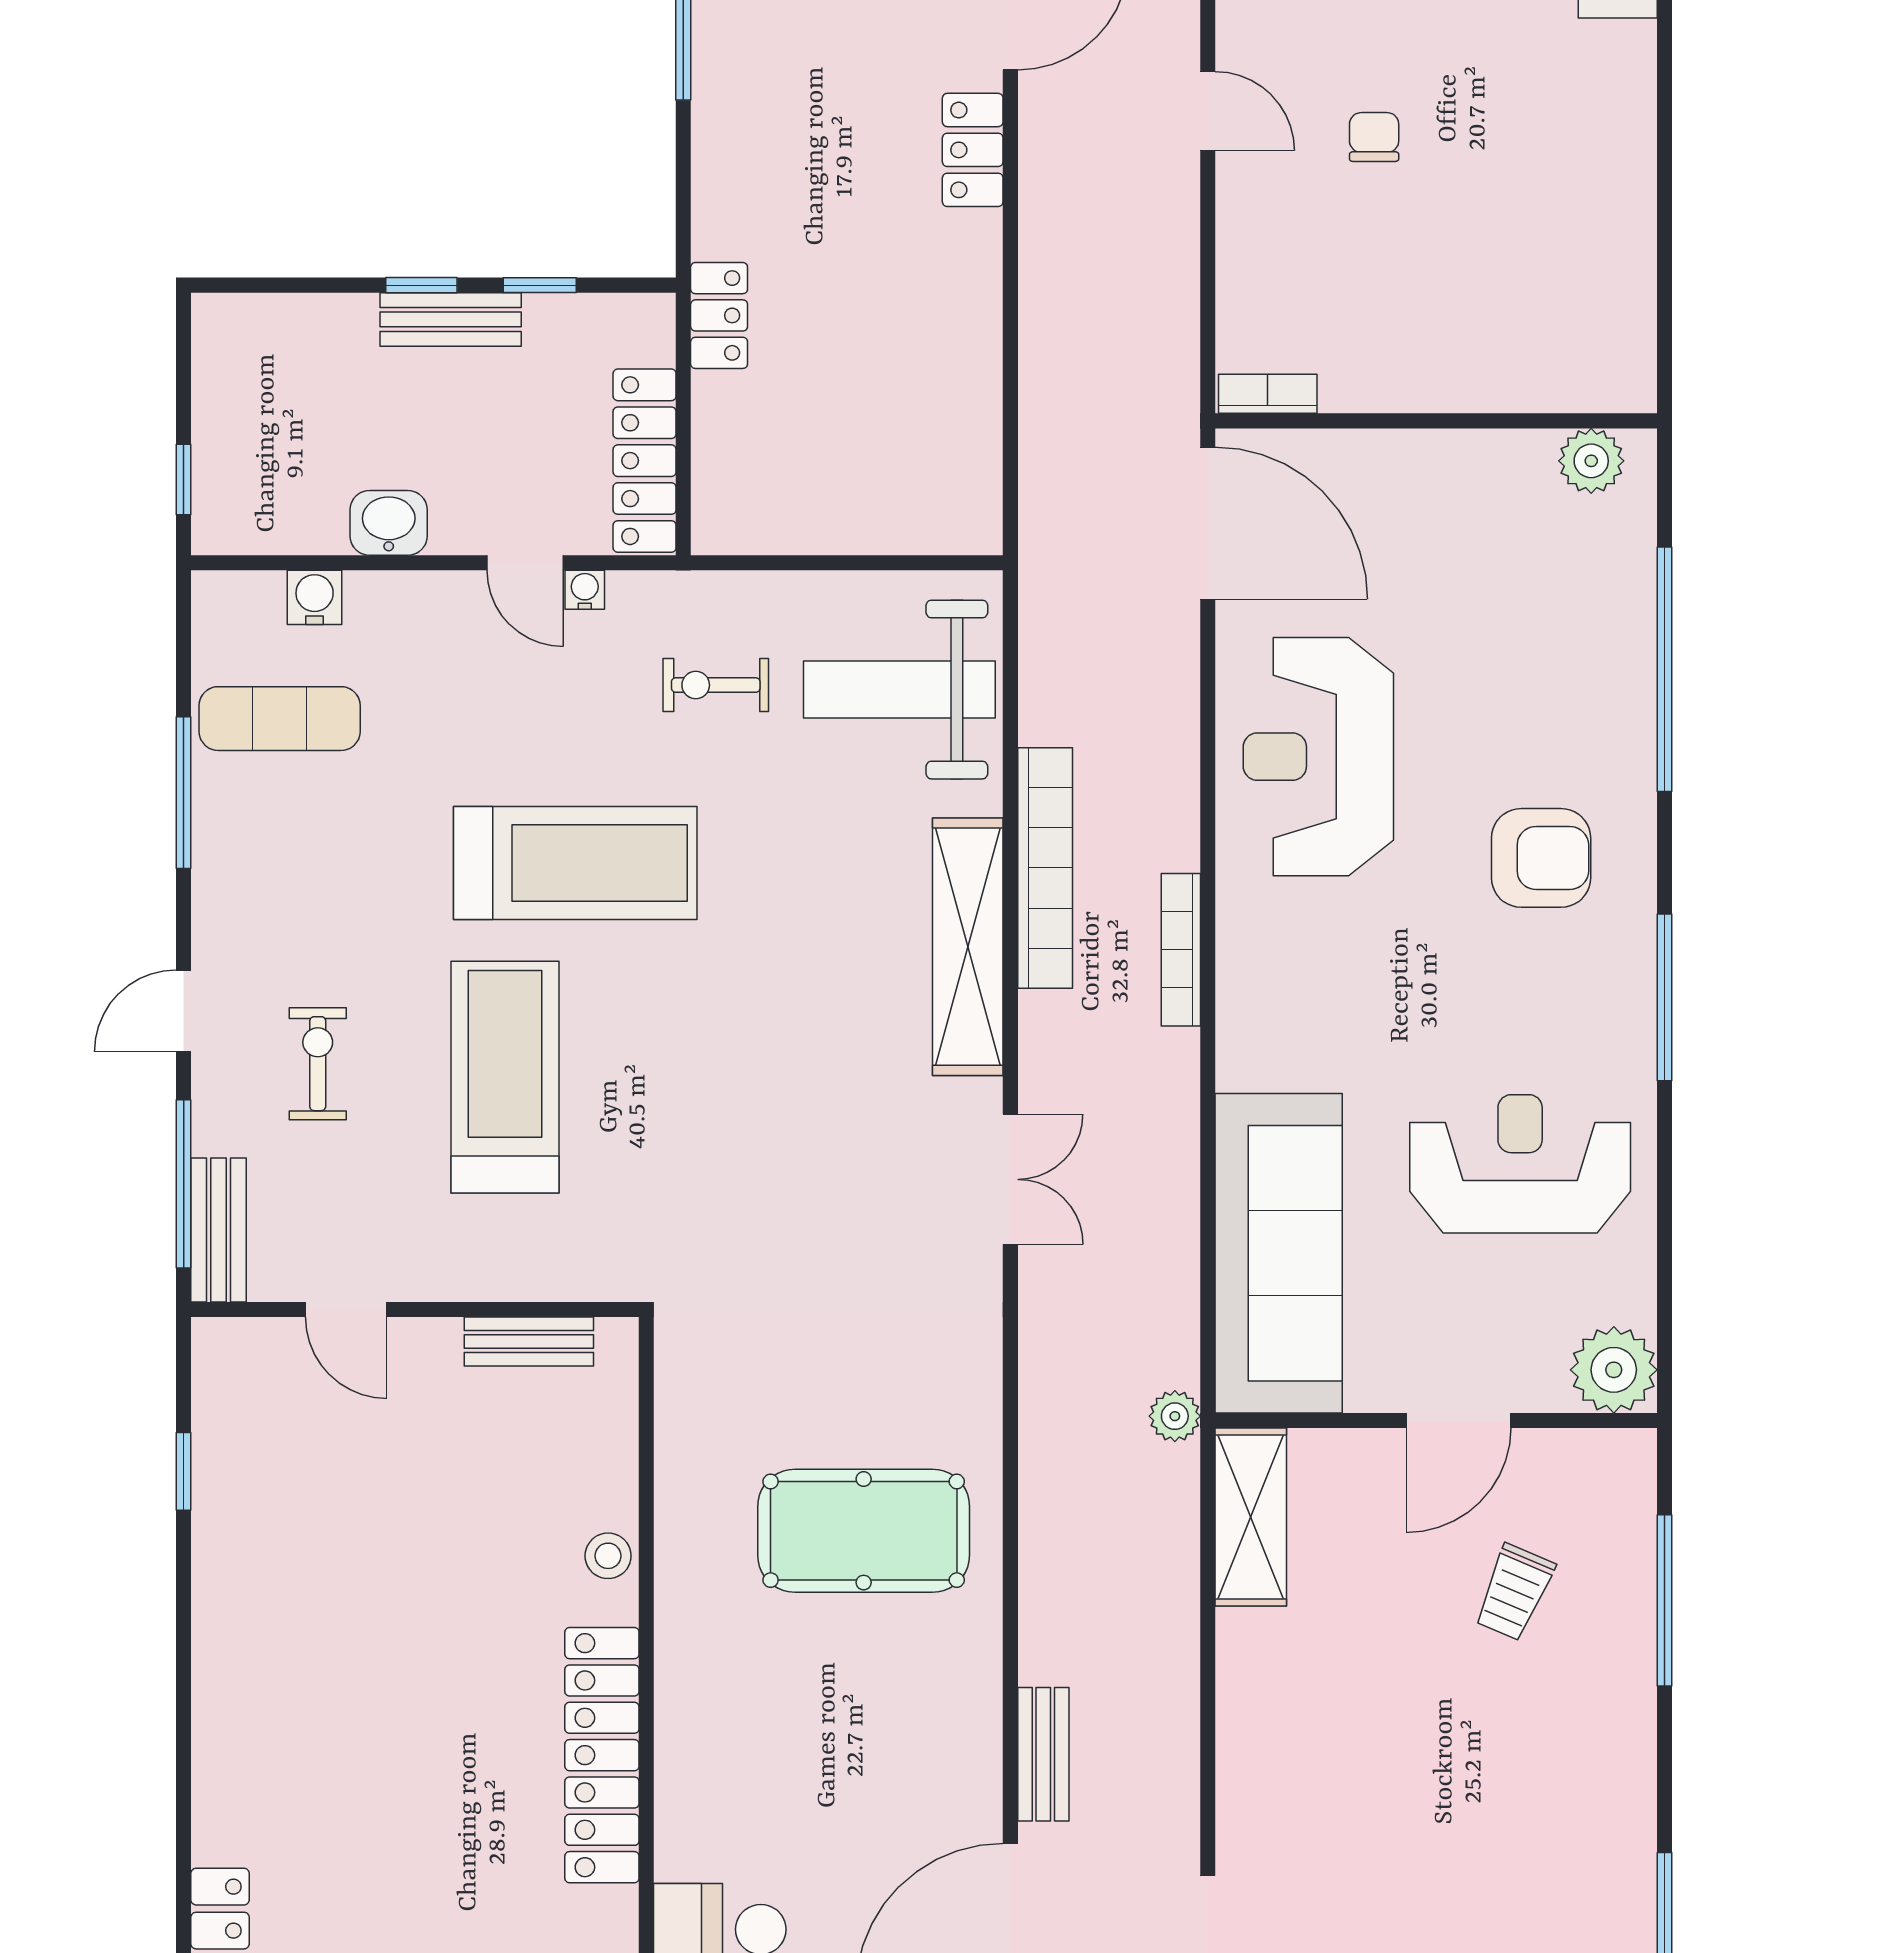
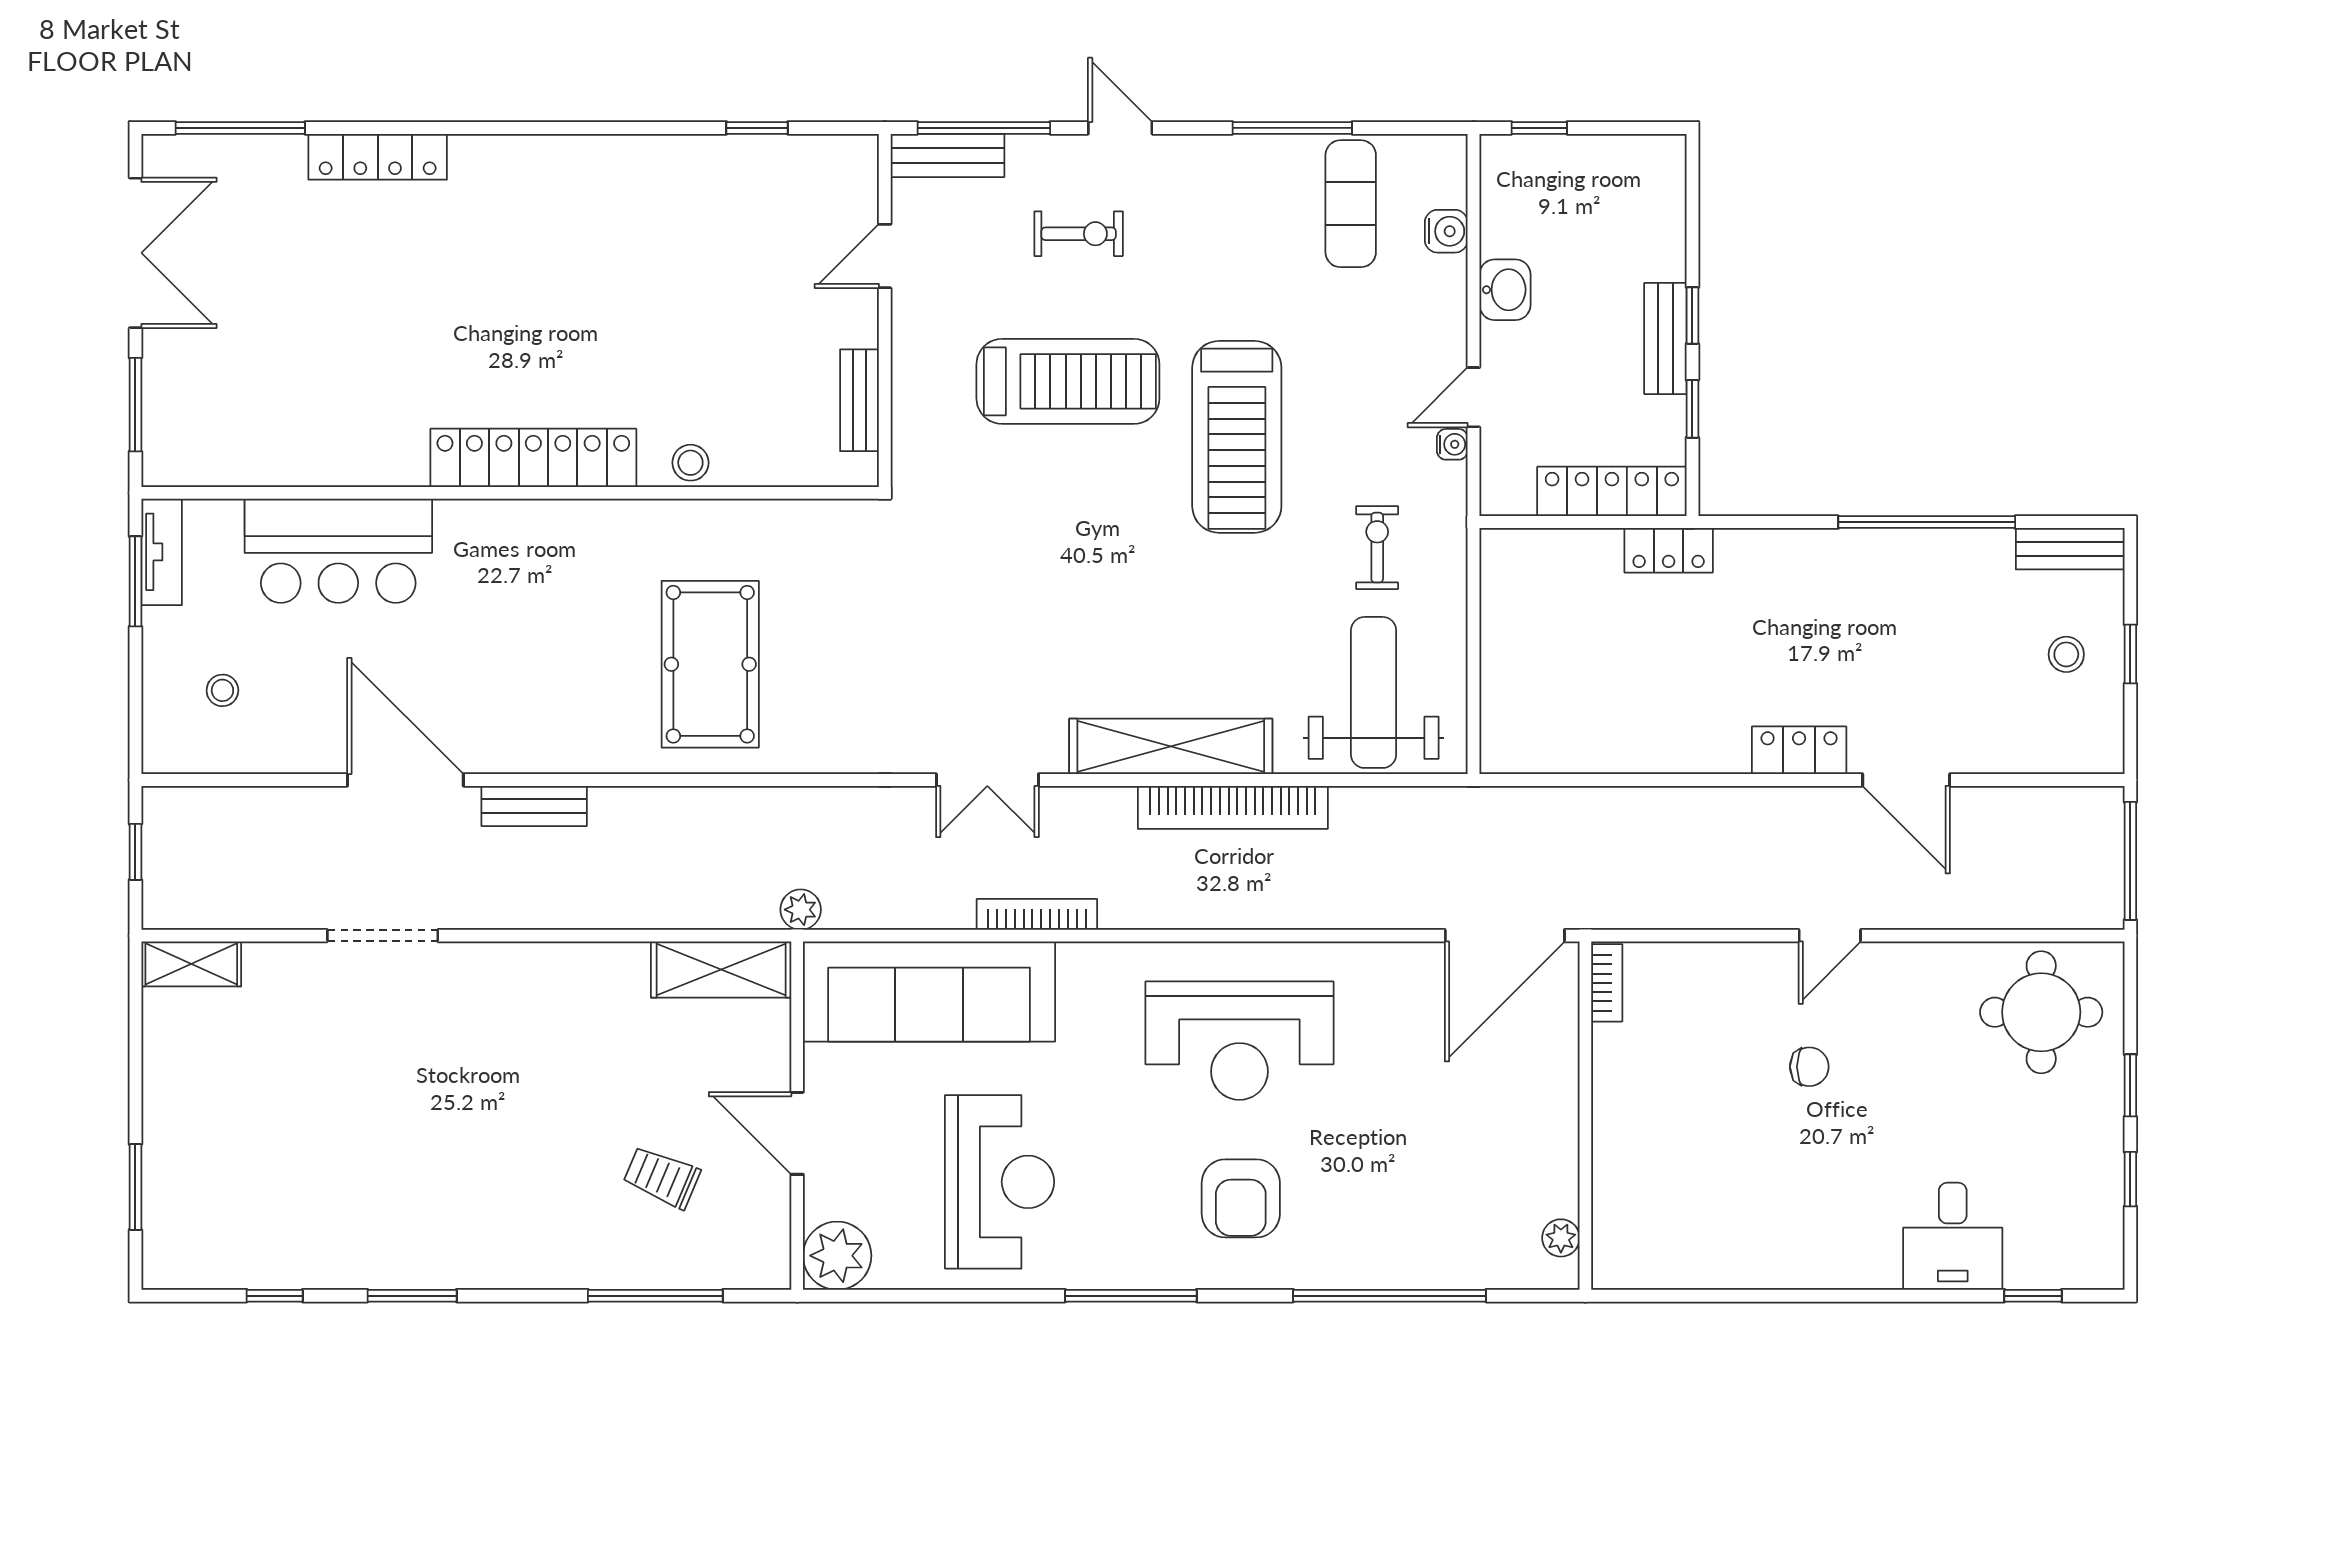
locker: (645, 461) -> (1612, 491), moved
plant: (1591, 461) -> (1561, 1238), width x0.73, depth x0.73
reception desk: (1318, 757) -> (1239, 1041), moved, turned 180
bookcase: (1181, 950) -> (1037, 914), moved

